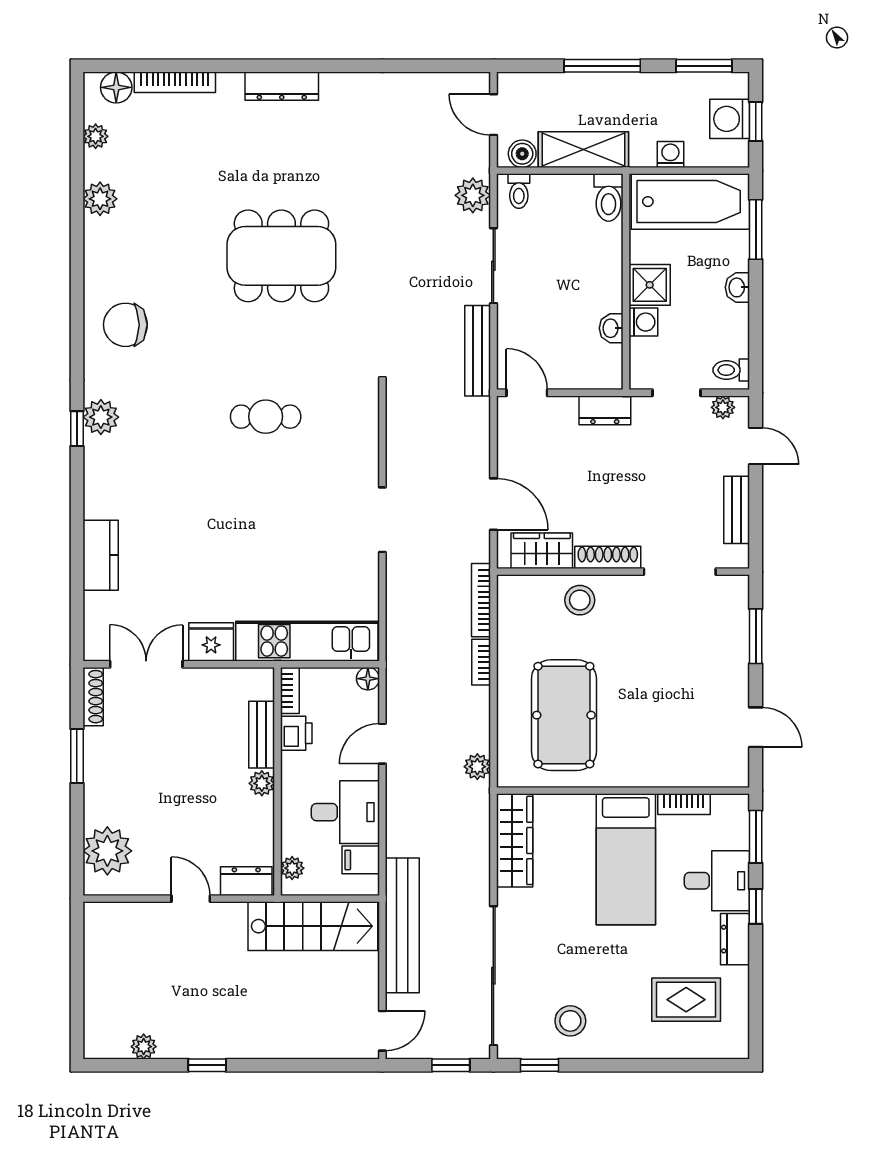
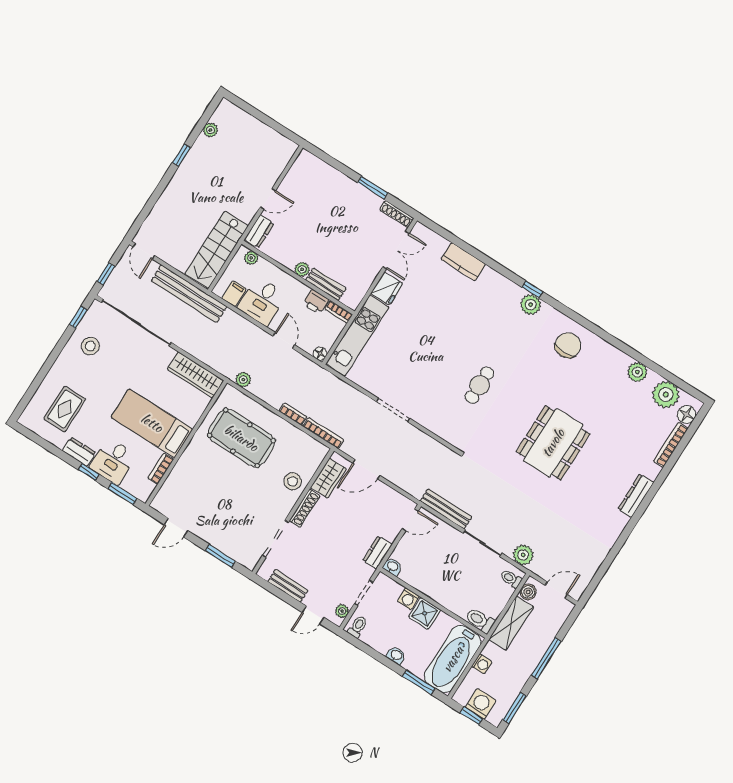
plant: (96, 136) -> (666, 395), width x1.88, depth x1.88
washbasin: (611, 328) -> (393, 567), moved
plant: (107, 851) -> (317, 173), removed

